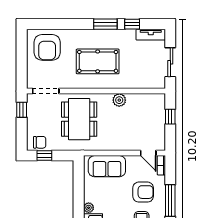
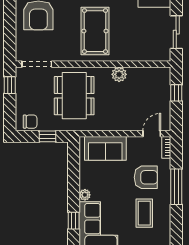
pool table: (98, 61) -> (95, 31), turned 90
door: (148, 153) -> (152, 134), swing flipped
window: (44, 155) -> (47, 136), moved

